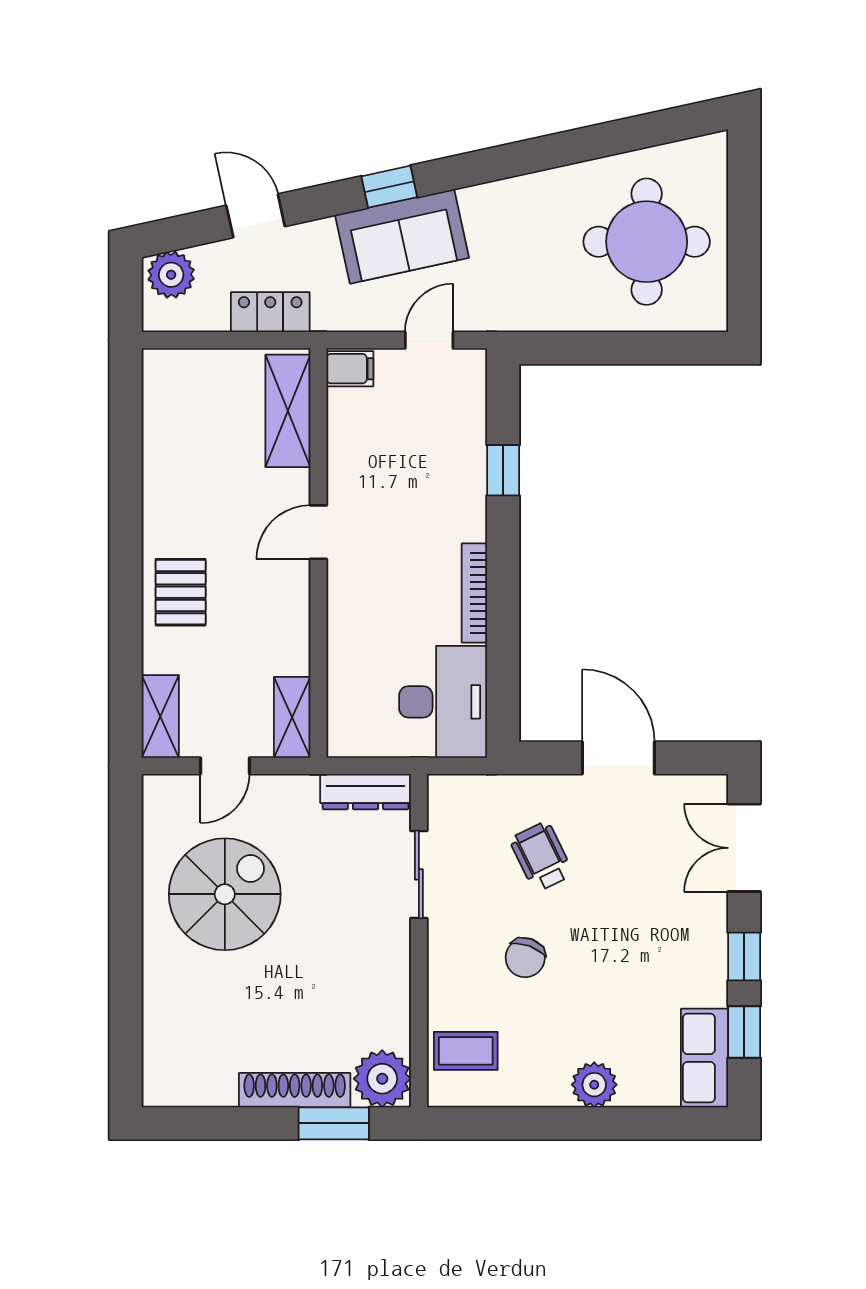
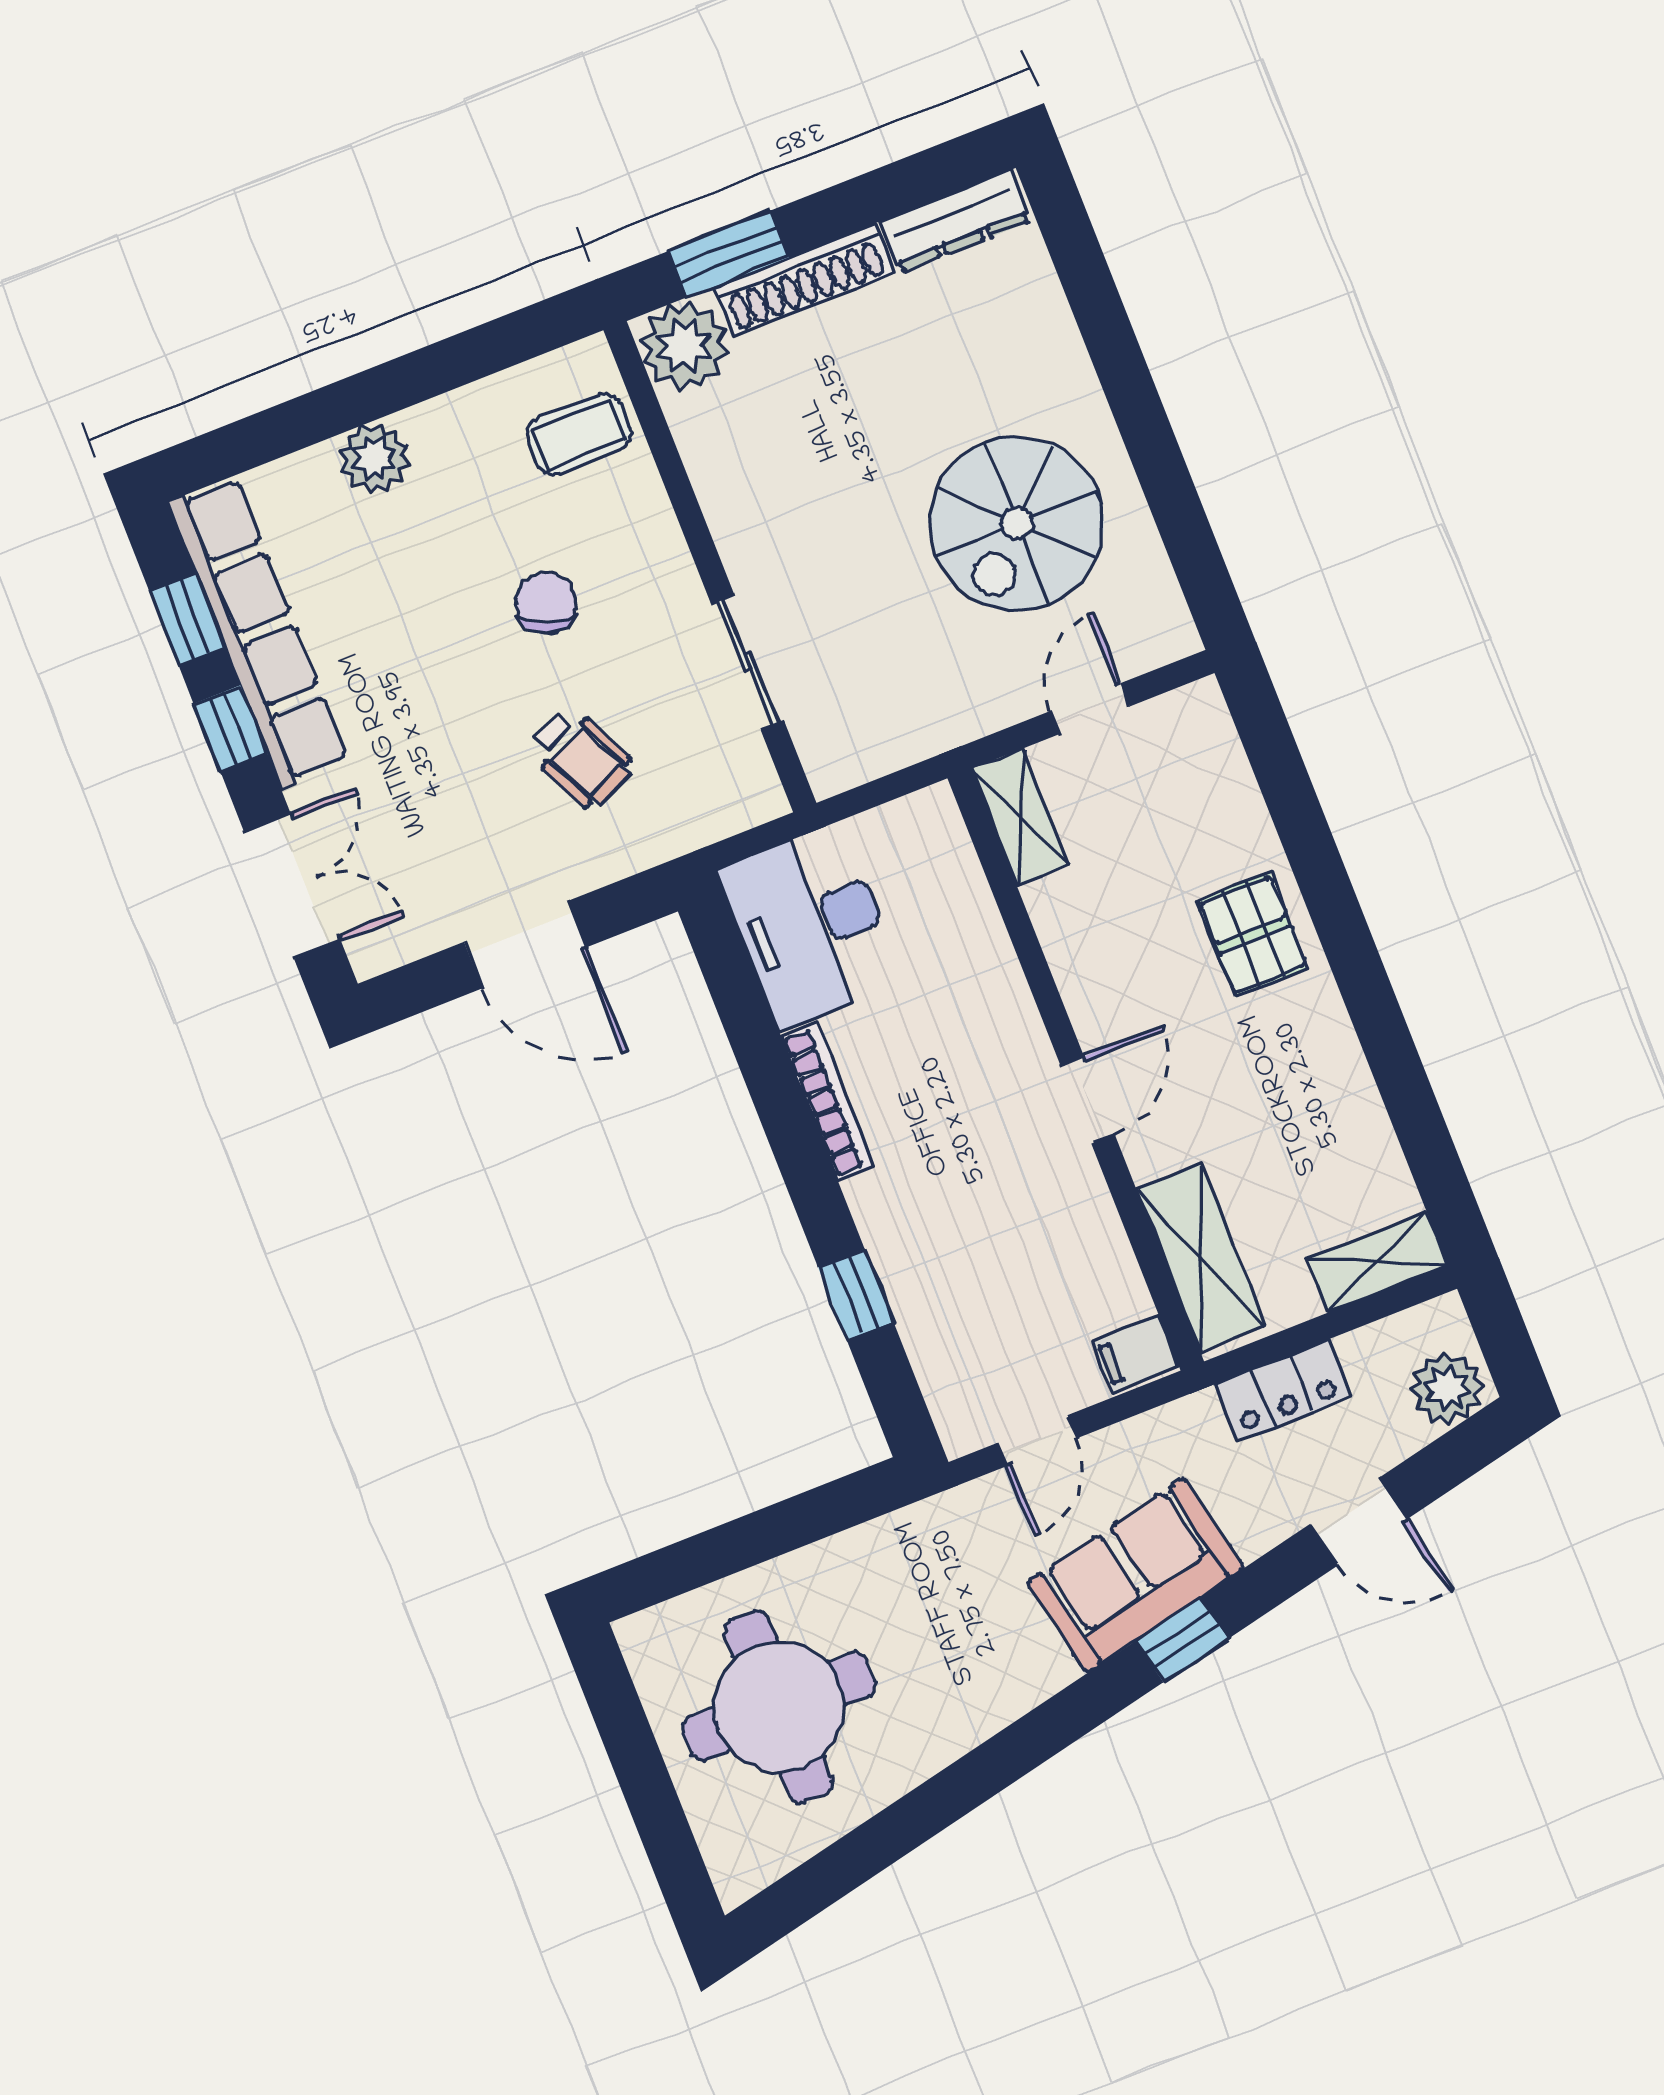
shelving: (160, 716) -> (1378, 1262), moved, turned 90
dresser: (365, 792) -> (955, 221), moved, turned 180
row of seats: (705, 1058) -> (259, 632), width x2.02

